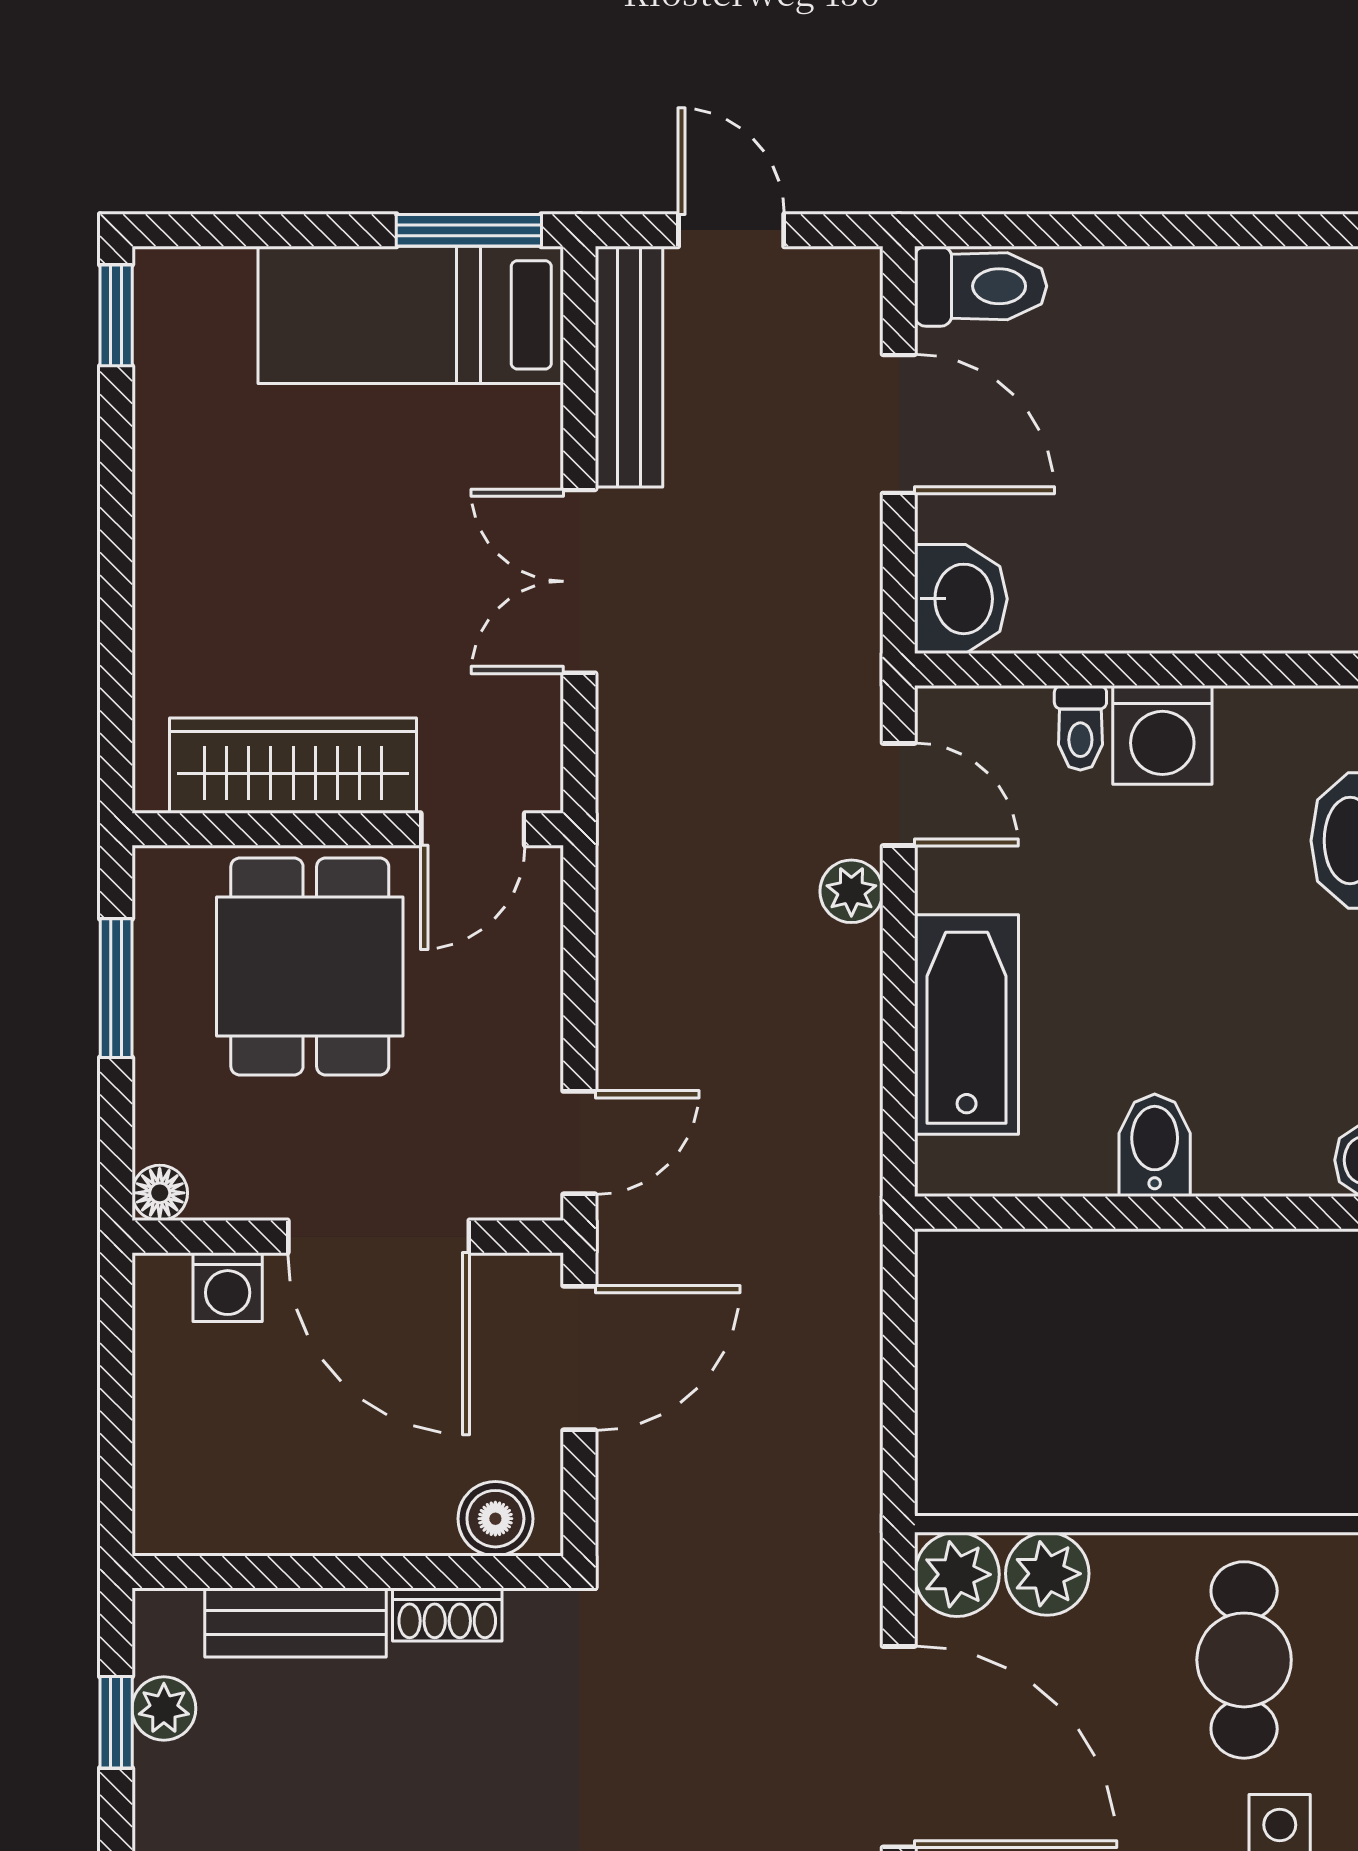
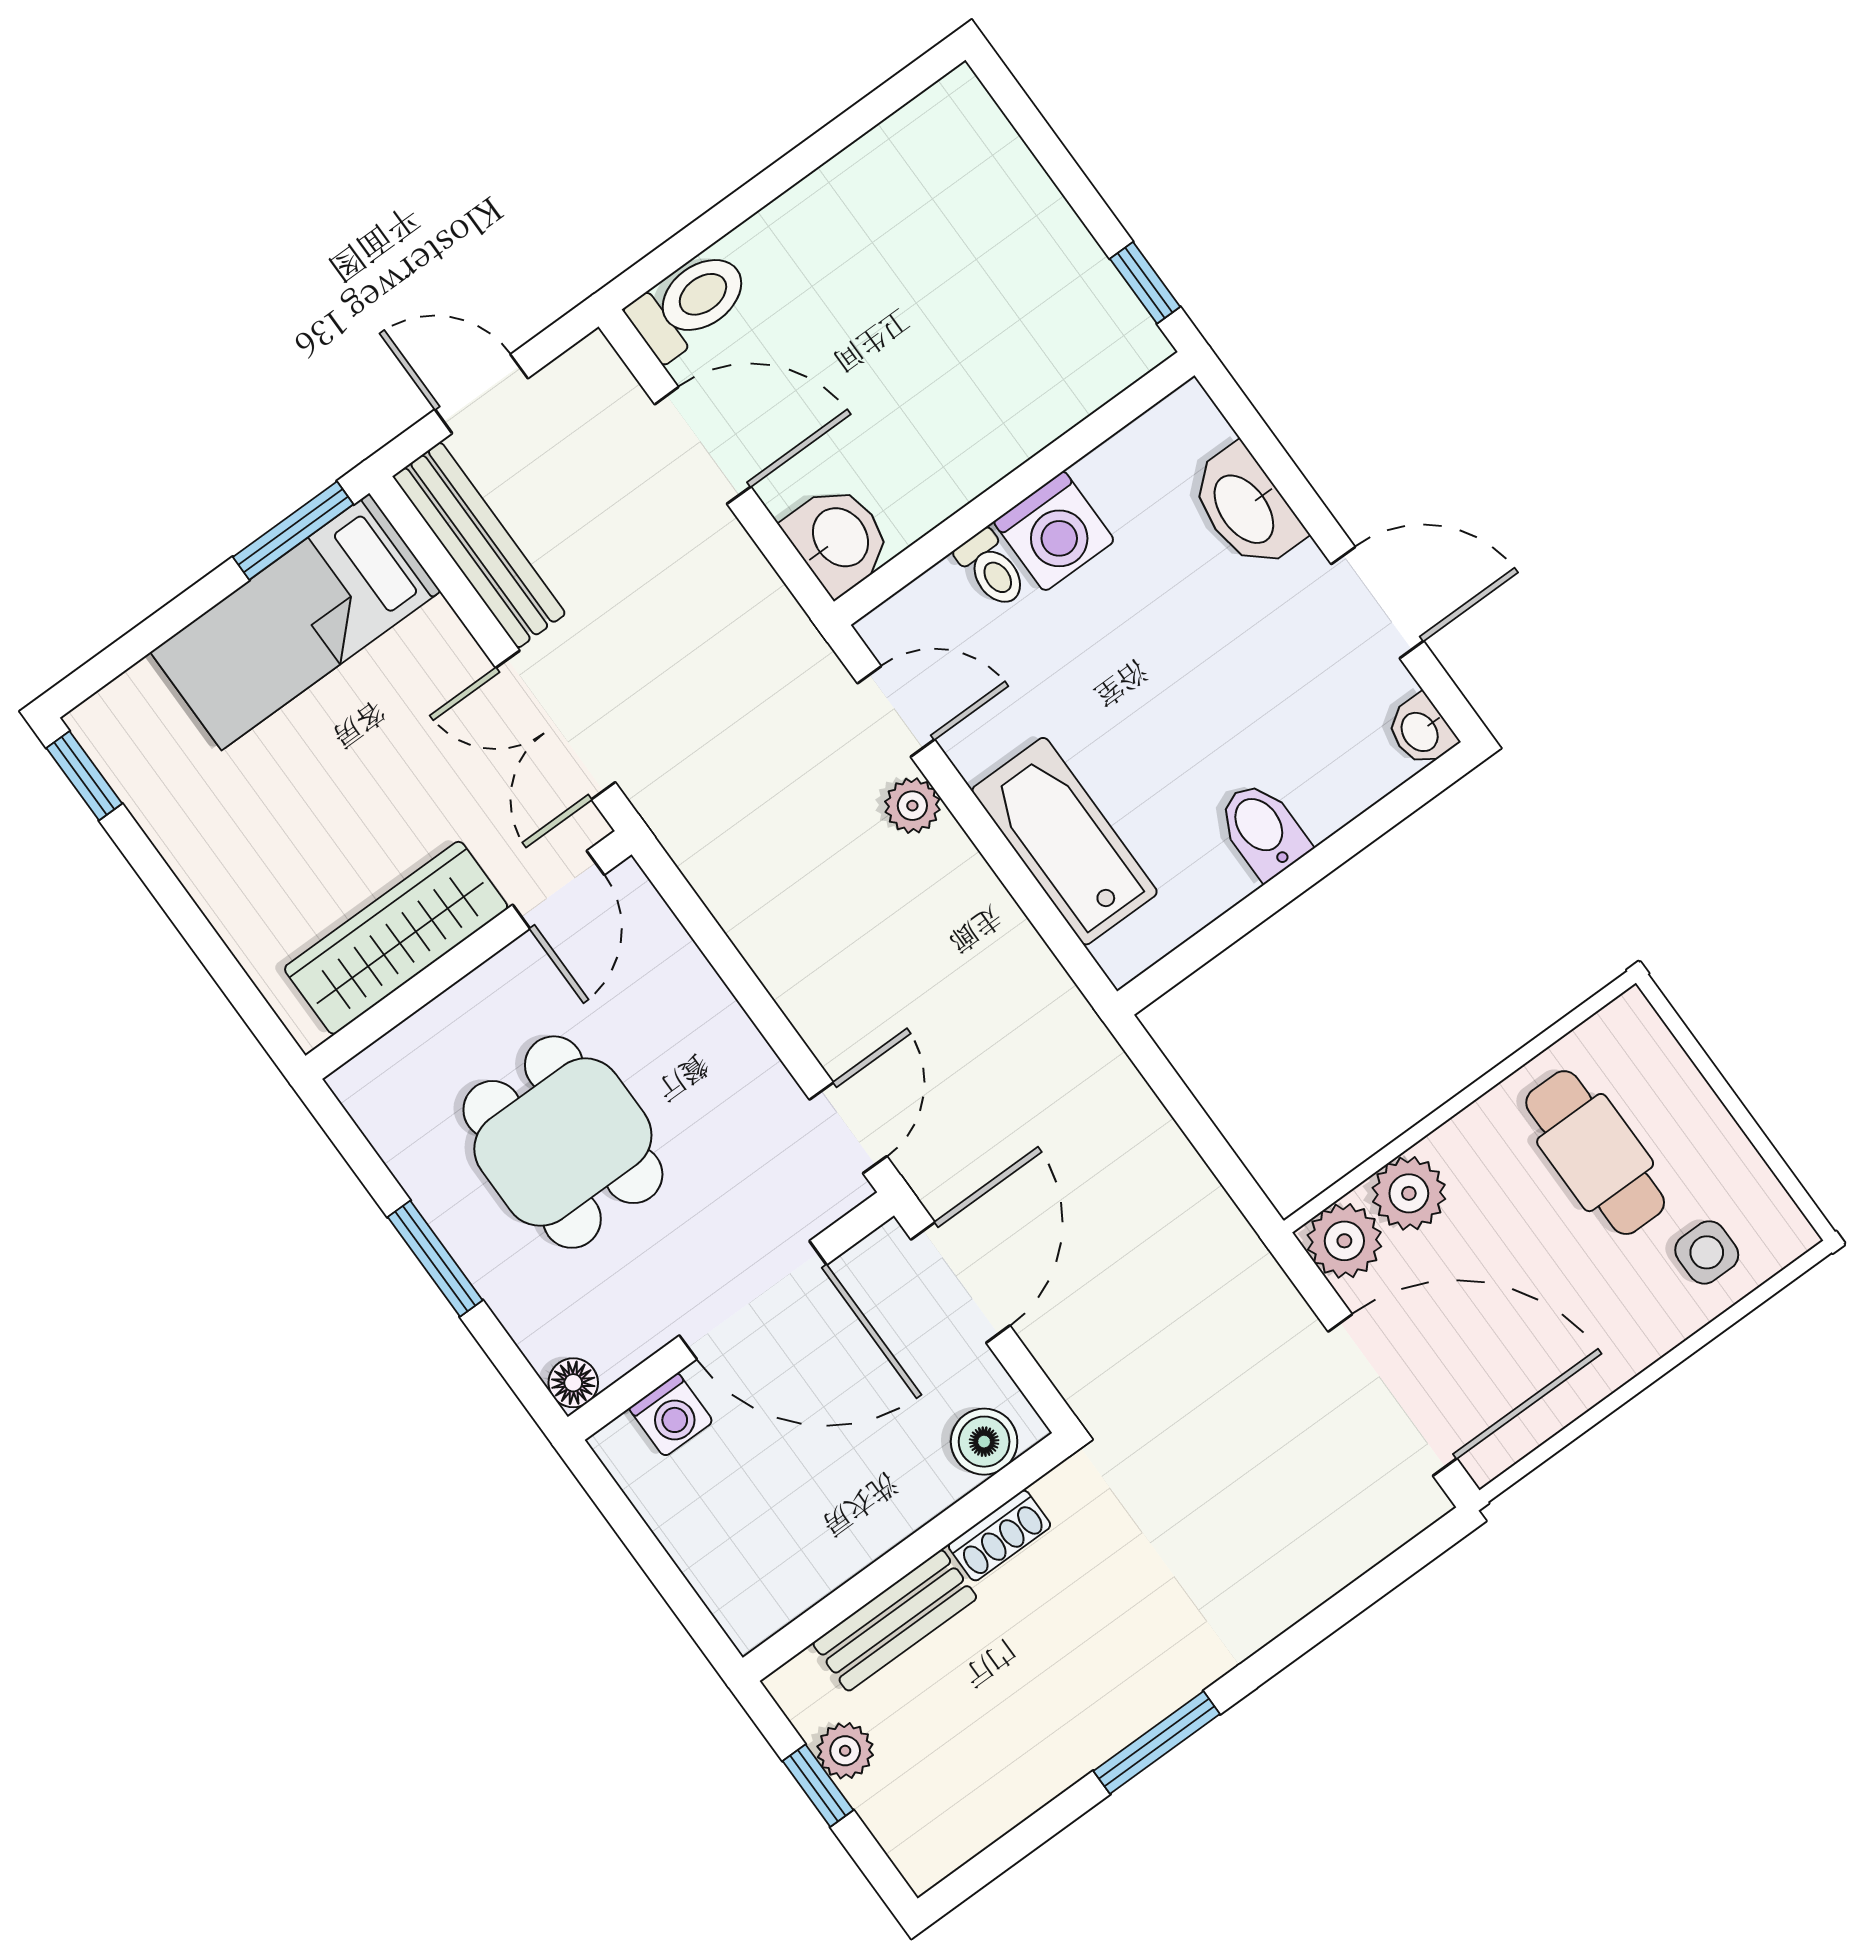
wardrobe: (293, 766) -> (396, 938), moved
wall: (348, 829) -> (469, 955), moved
door: (473, 829) -> (558, 890), moved

